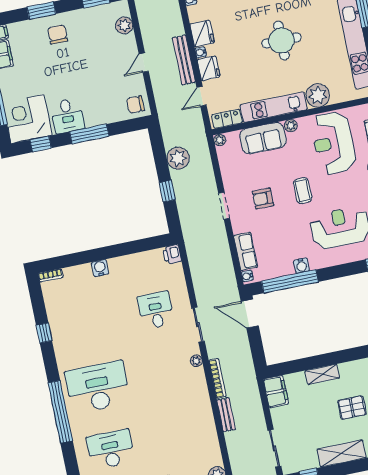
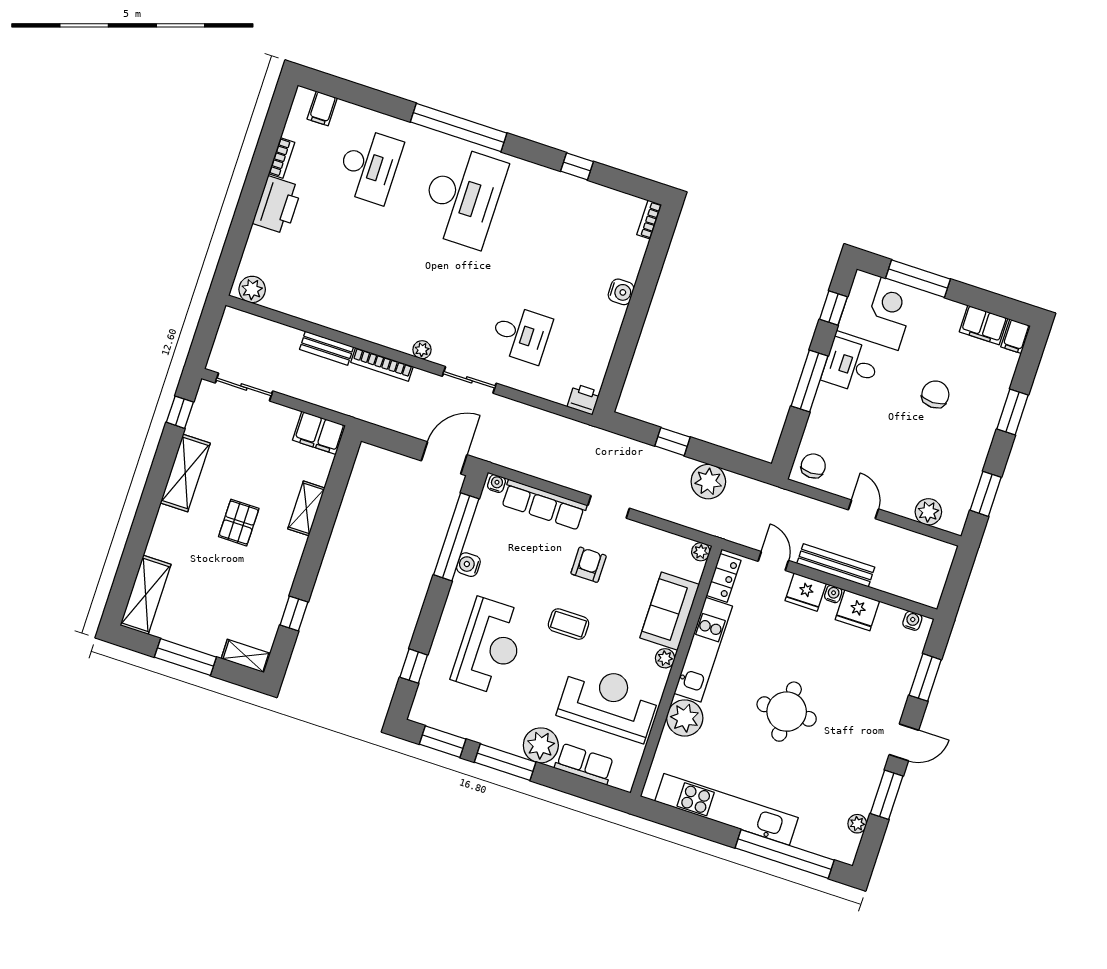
chair: (58, 34) -> (935, 394), moved, turned -90
row of seats: (246, 251) -> (544, 505), width x1.48

